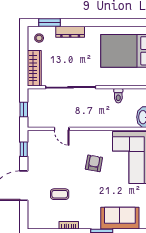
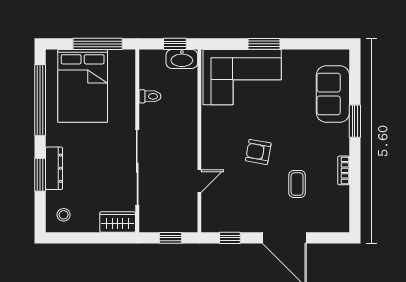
window: (50, 22) -> (40, 175), moved
window: (116, 22) -> (40, 100), added
wardrobe: (34, 68) -> (118, 222), width x0.67
armchair: (94, 163) -> (258, 152), moved

